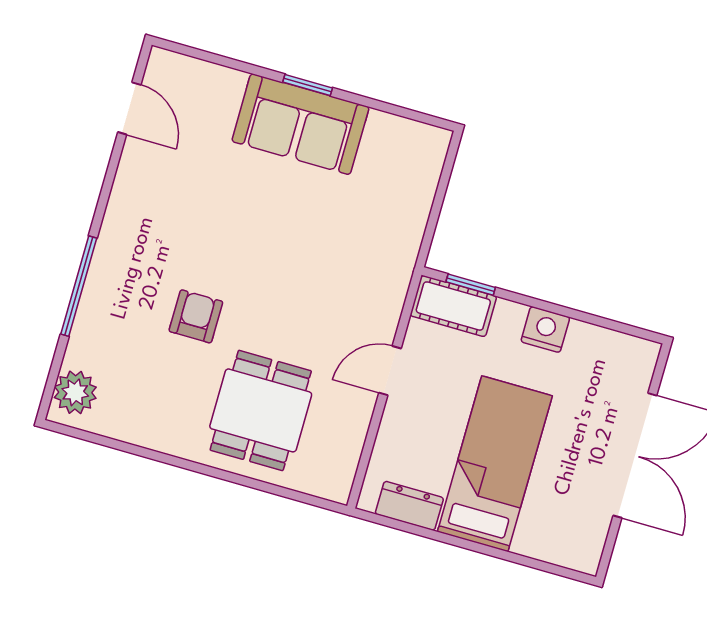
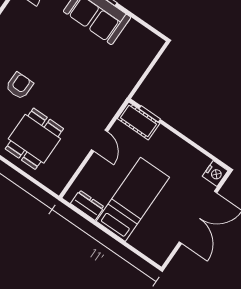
nightstand: (545, 329) -> (215, 173), moved, turned 90
door: (390, 371) -> (100, 141), swing flipped

